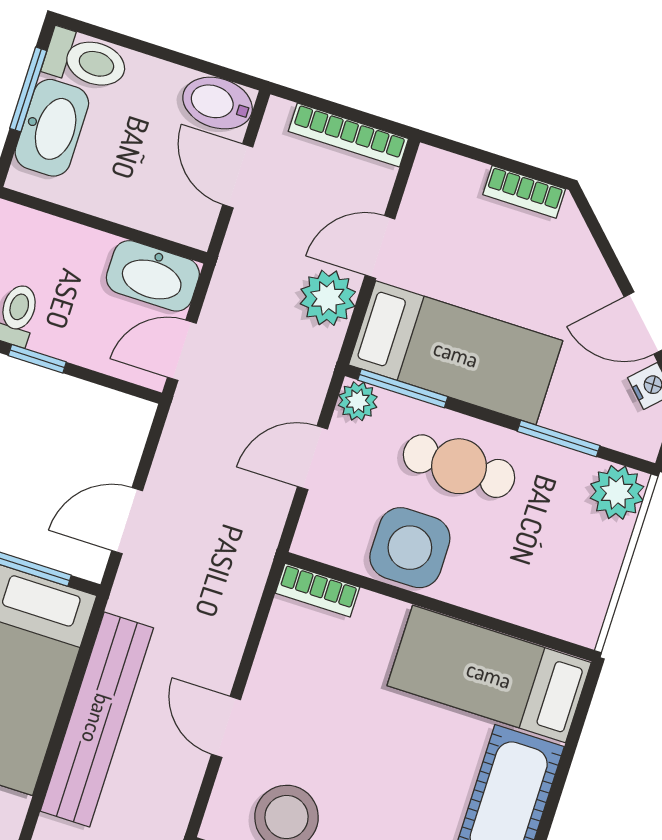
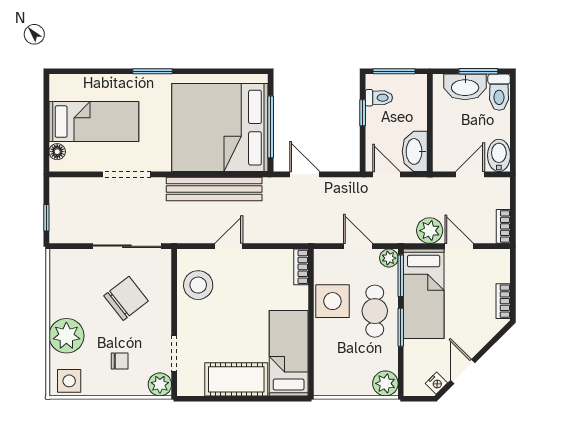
bookcase: (348, 135) -> (503, 226), width x0.64
window: (559, 438) -> (401, 327), moved

